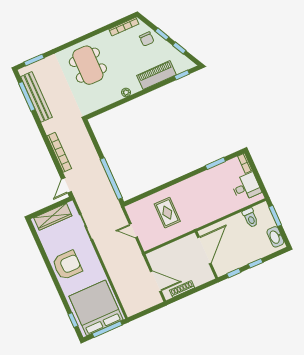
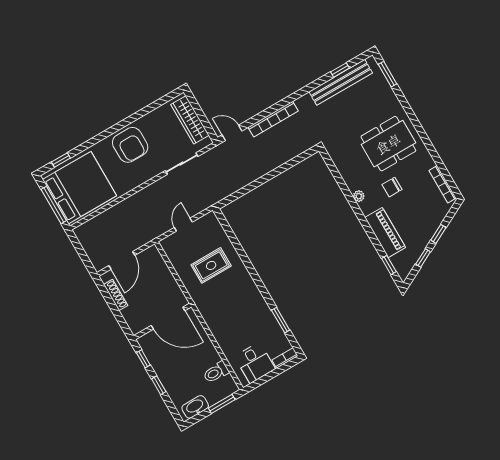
chair: (147, 39) -> (392, 187), moved
window: (27, 96) -> (340, 70), width x0.46
window: (111, 179) -> (247, 189), removed

